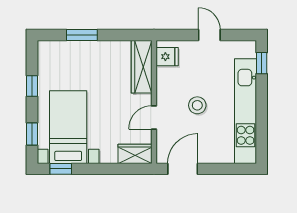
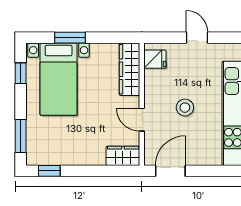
window: (32, 86) -> (21, 73), moved
door: (154, 117) -> (142, 120), hinge flipped
bed with nightstands: (68, 127) -> (59, 79), moved, turned 180
window: (32, 134) -> (21, 136), width x1.50

